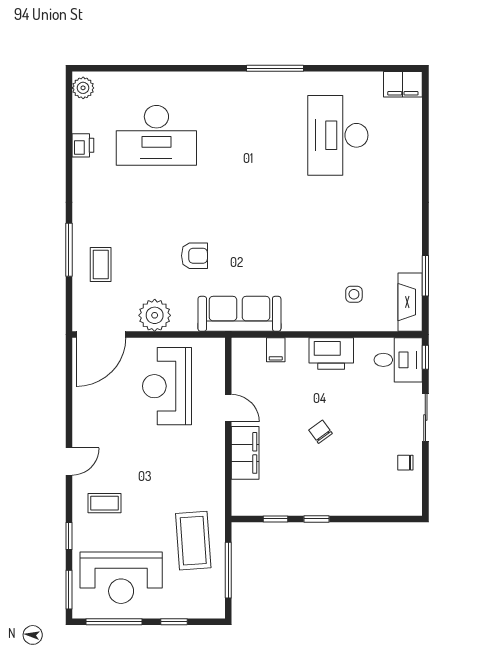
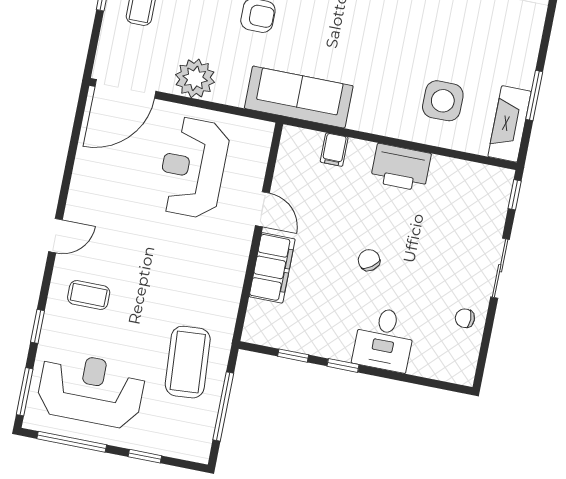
side table: (354, 294) -> (443, 101), width x1.87, depth x1.87
desk: (398, 360) -> (384, 339), moved, turned 90
reception desk: (121, 578) -> (91, 390), turned 180

